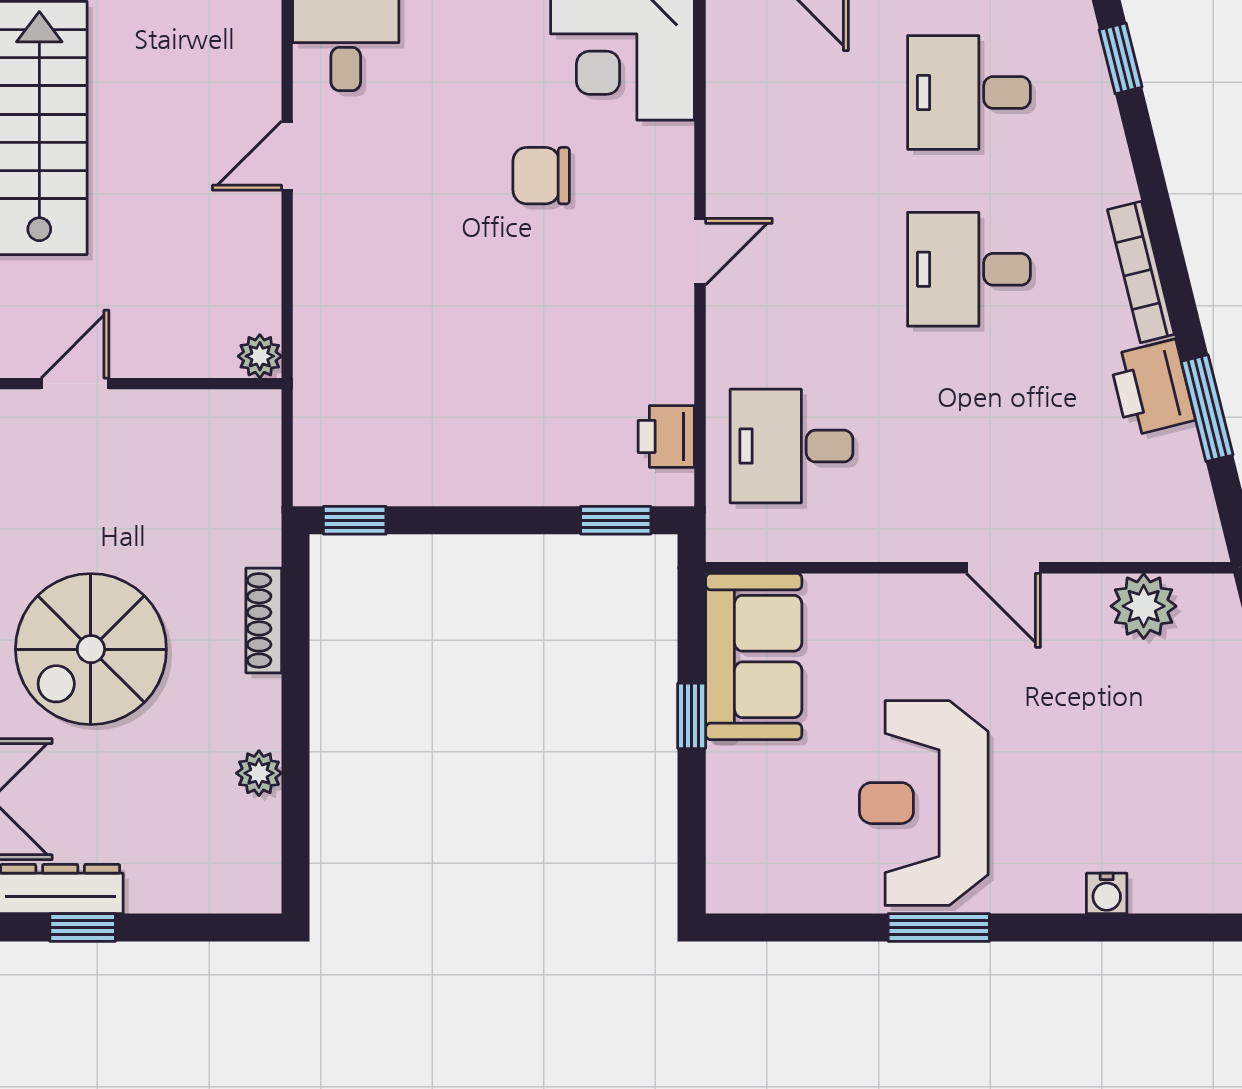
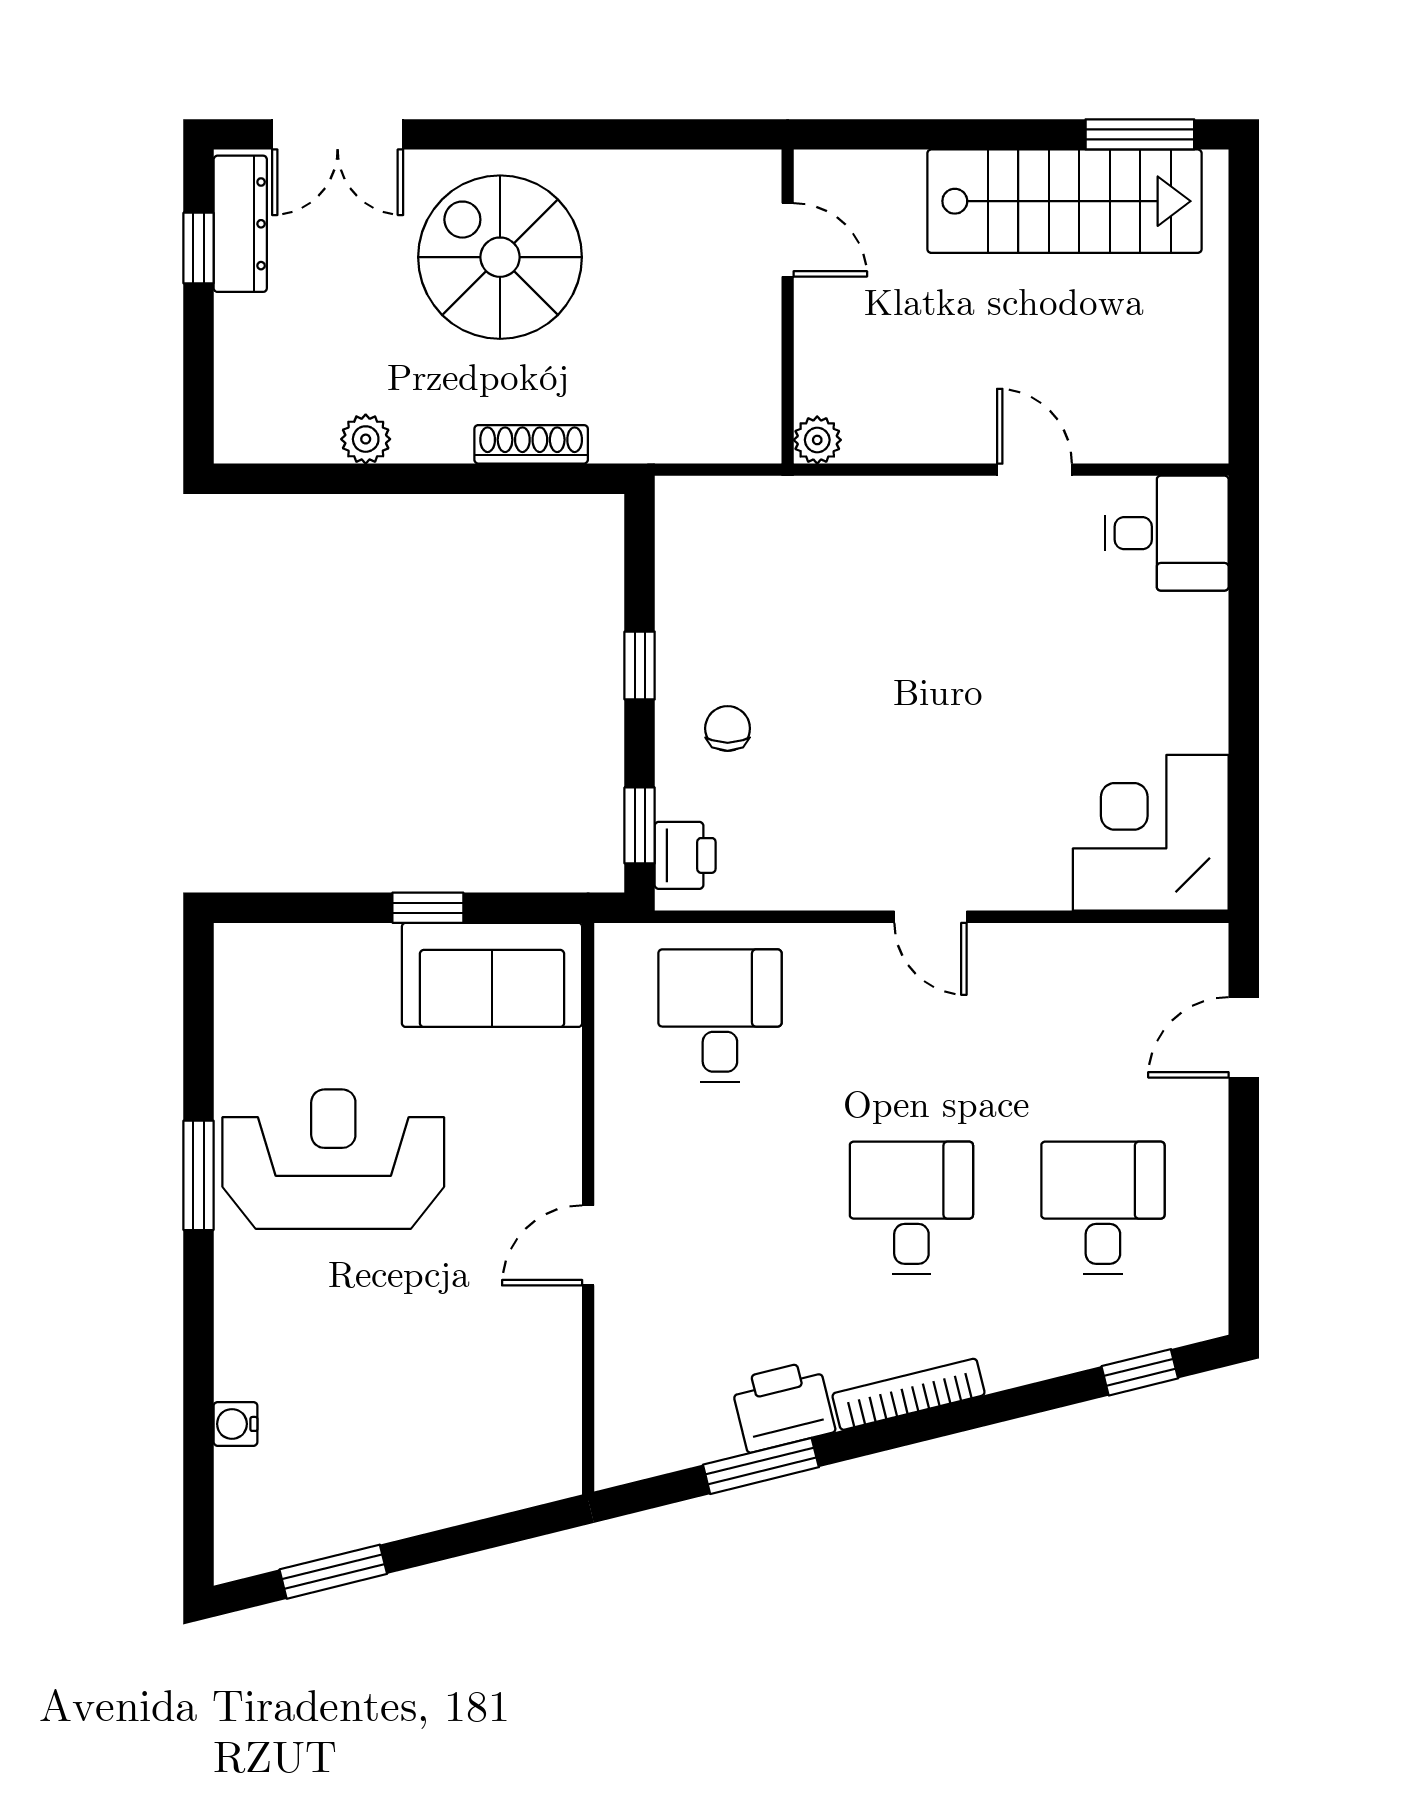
chair: (541, 176) -> (728, 728), moved, width x0.73, depth x0.73
printer: (666, 436) -> (685, 855), moved, turned 90
window: (355, 520) -> (640, 665), moved
plant: (1144, 606) -> (547, 1397), removed
water cooler: (1107, 893) -> (235, 1424), moved

